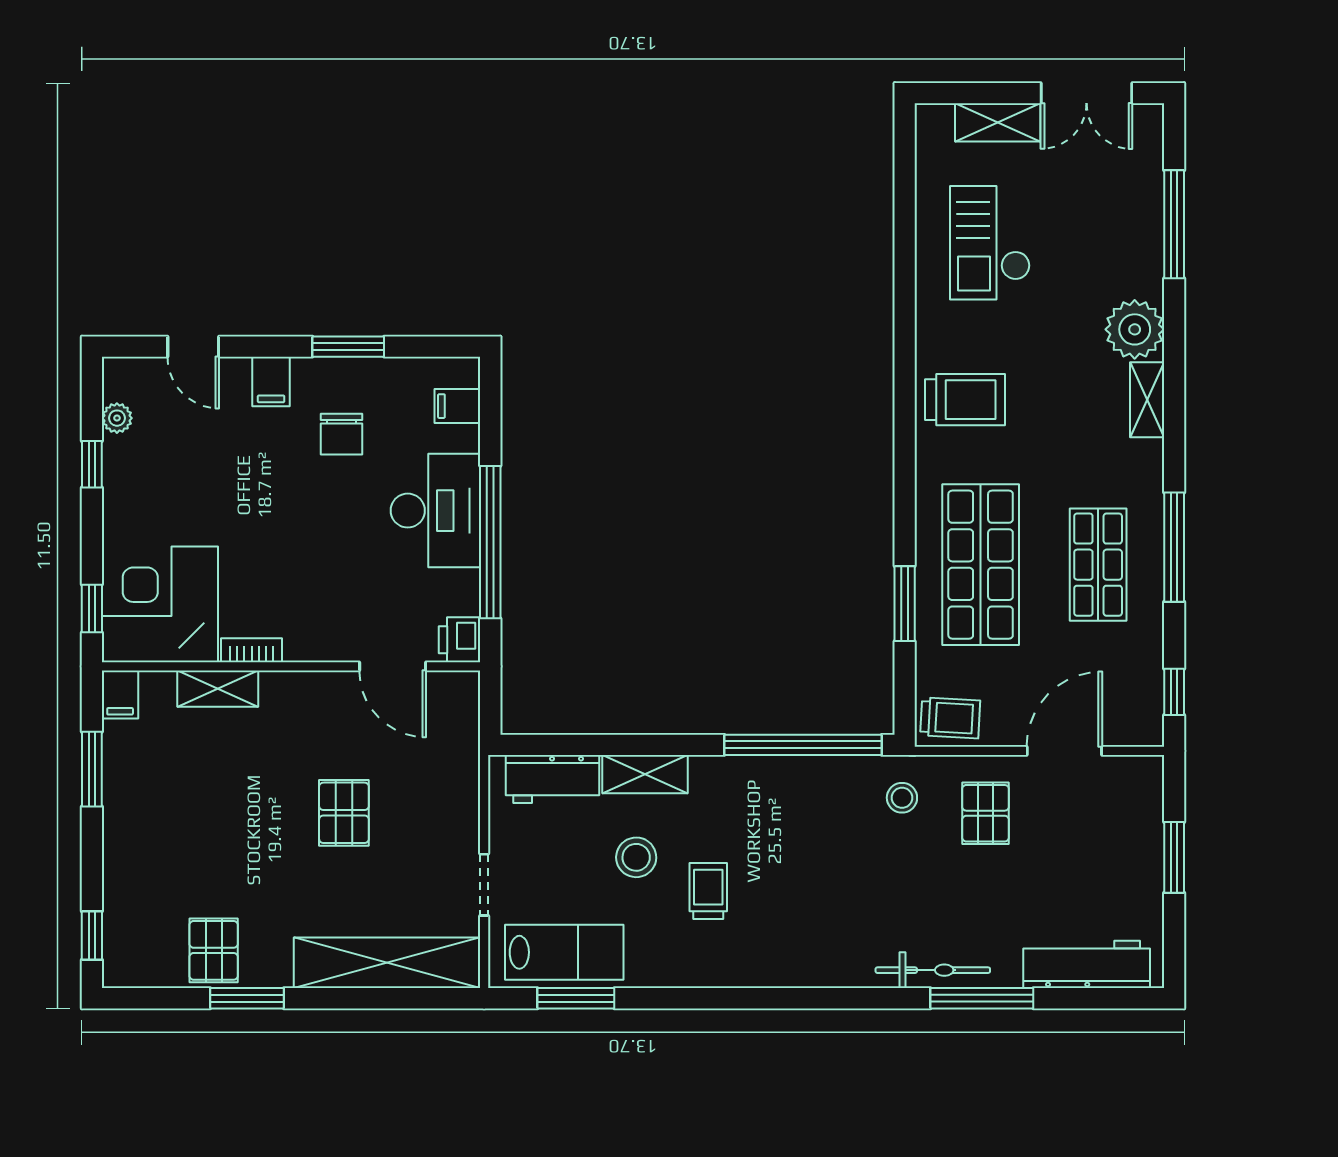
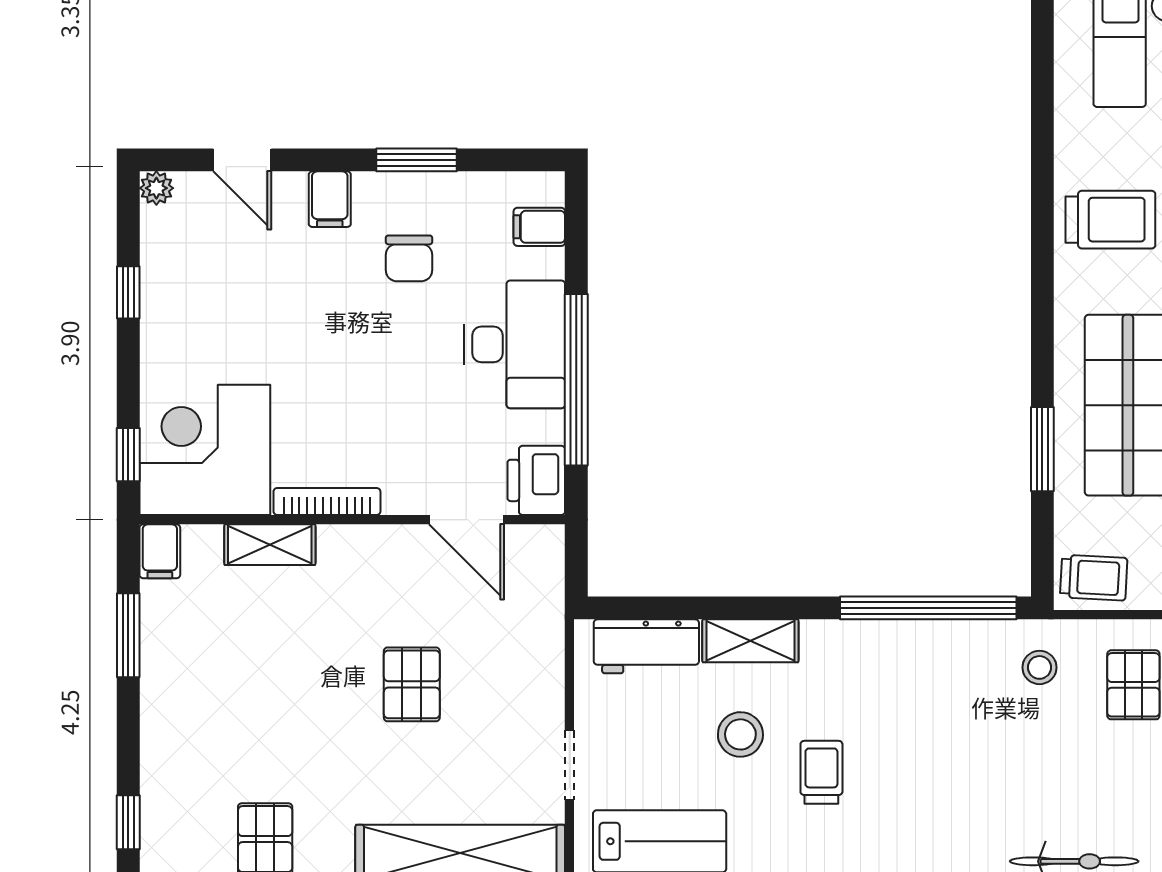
plant: (117, 418) -> (156, 188), moved
printer: (460, 640) -> (536, 480), width x1.36, depth x1.24
bookcase: (252, 650) -> (327, 501), width x1.56

